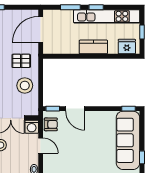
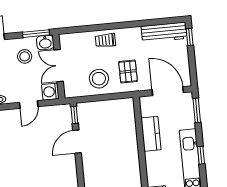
window: (70, 7) -> (197, 110), moved
kitchen counter: (93, 47) -> (151, 134), moved
armchair: (51, 124) -> (55, 114), removed

